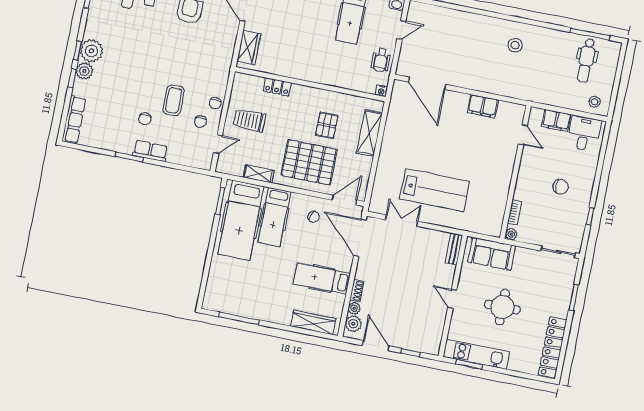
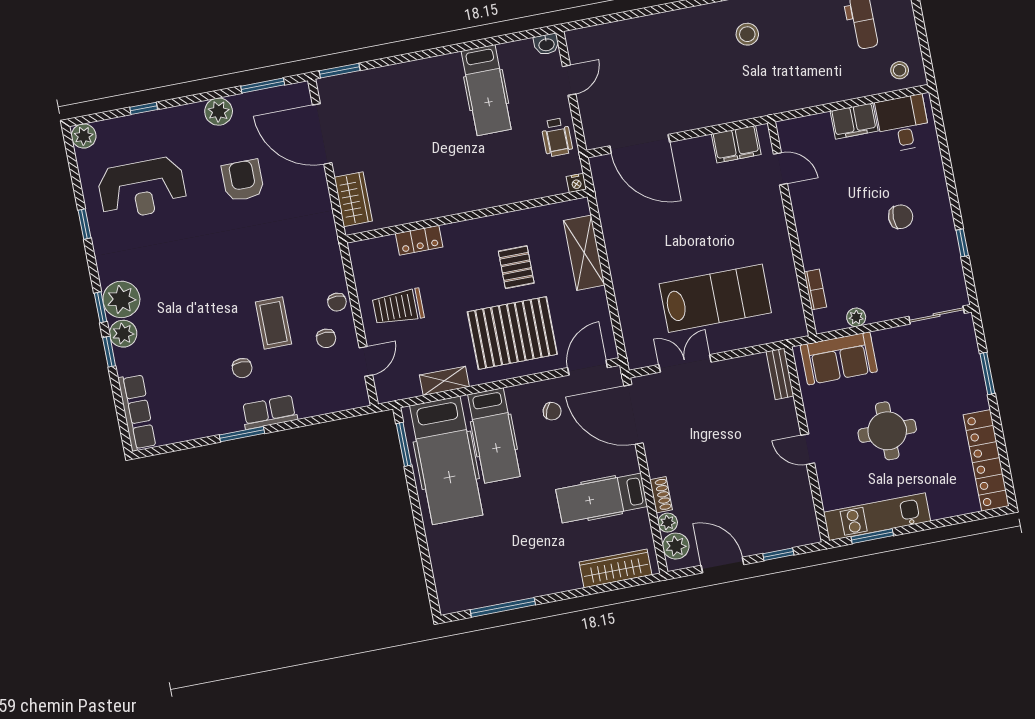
door: (523, 135) -> (780, 169), moved
wall: (515, 172) -> (792, 229), moved
bookcase: (515, 213) -> (815, 290), moved

